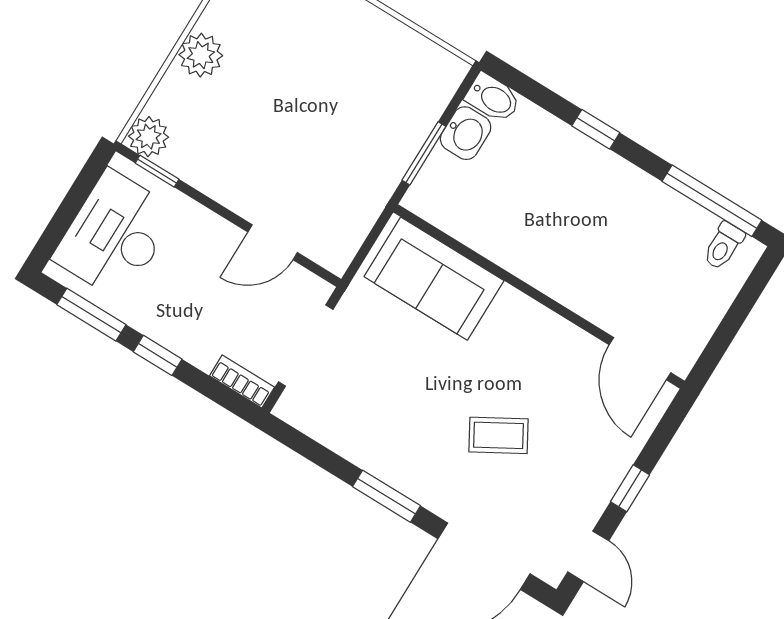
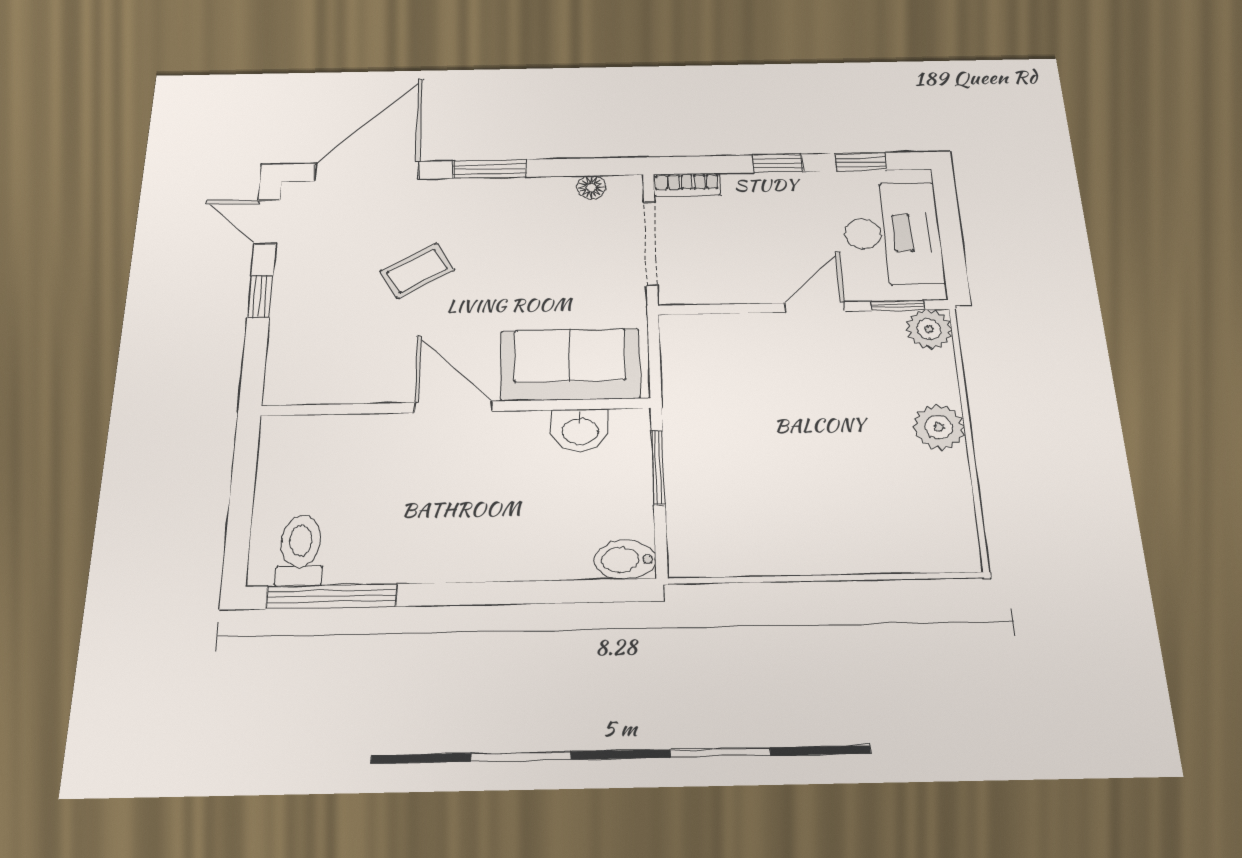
window: (596, 129) -> (499, 593), removed
washbasin: (466, 133) -> (580, 430), moved, turned -90
door: (273, 242) -> (815, 307), moved
toilet: (723, 246) -> (300, 550), width x1.37, depth x1.39
window: (91, 315) -> (861, 162), width x0.67
door: (640, 359) -> (453, 407), moved
floor lamp: (318, 427) -> (591, 187), added

